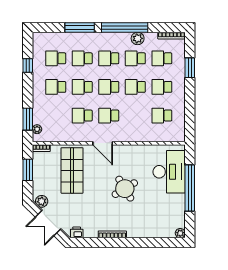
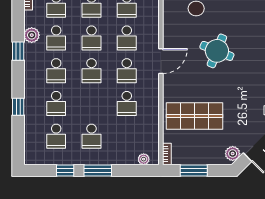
window: (80, 27) -> (18, 107), width x0.46
window: (125, 27) -> (18, 51), width x0.32
school desk: (82, 87) -> (127, 38), moved
window: (28, 119) -> (98, 170), moved
door: (103, 143) -> (161, 61), moved
round table: (125, 189) -> (217, 51), turned -37

